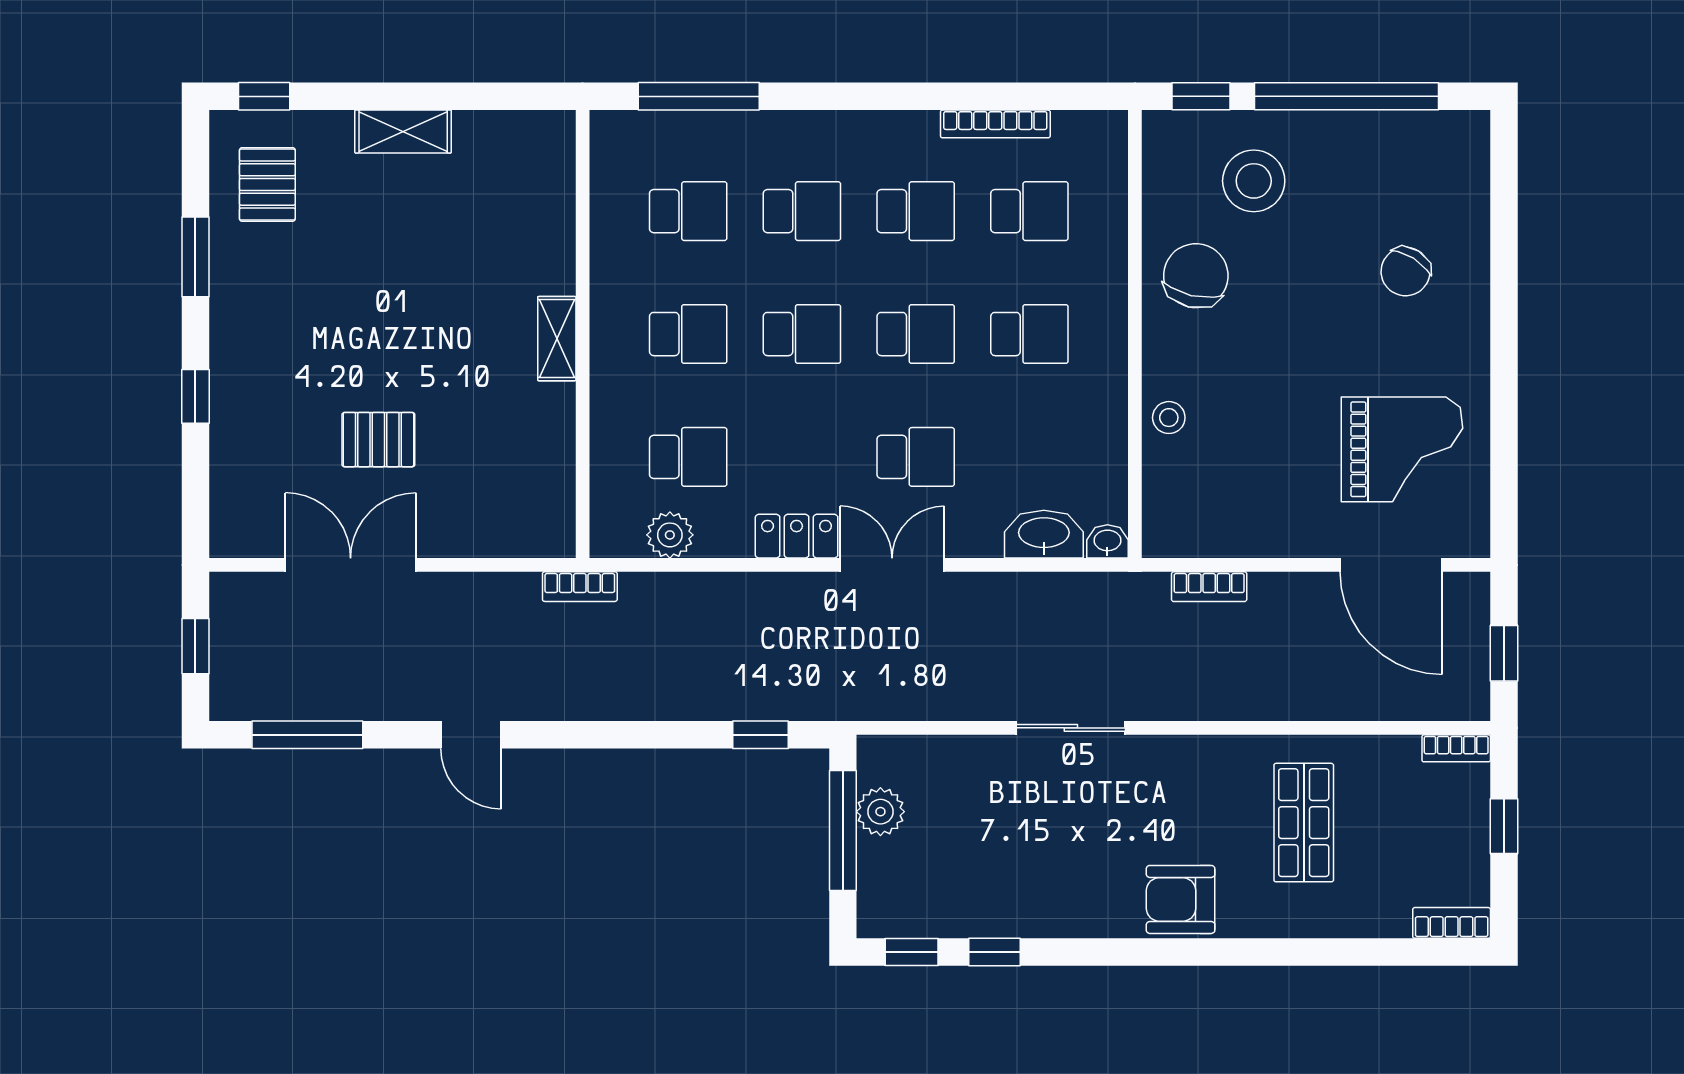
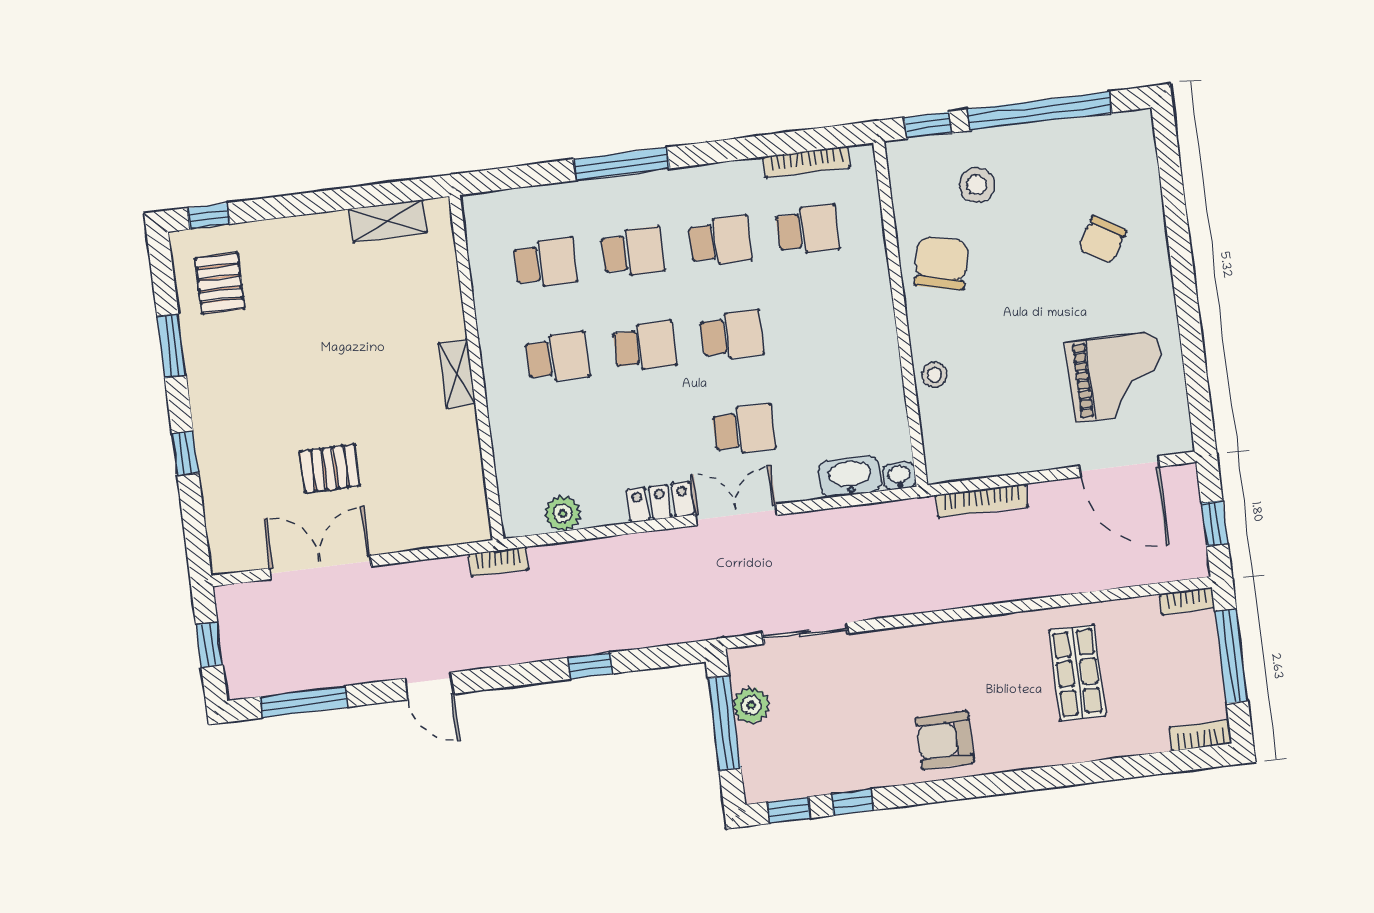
window: (699, 96) -> (622, 164), moved
bookcase: (995, 124) -> (806, 162), moved
shelving: (403, 132) -> (388, 221), moved
stool: (1254, 181) -> (977, 185), width x0.73, depth x0.73
school desk: (1029, 334) -> (819, 324), removed
school desk: (688, 457) -> (569, 452), removed
bookcase: (1209, 587) -> (982, 501), width x1.56
sliding door: (1071, 728) -> (805, 633), moved
window: (760, 735) -> (590, 666), moved
window: (1504, 826) -> (1231, 656), width x2.17
armchair: (1181, 899) -> (945, 740), moved

